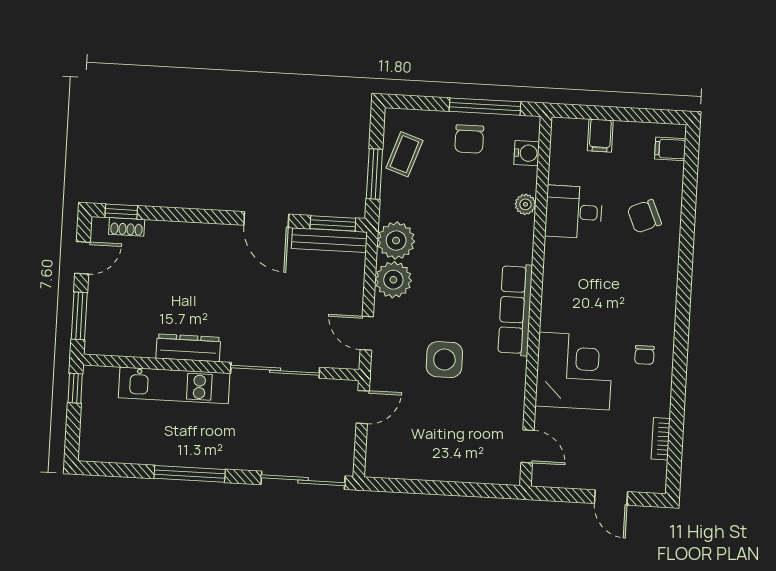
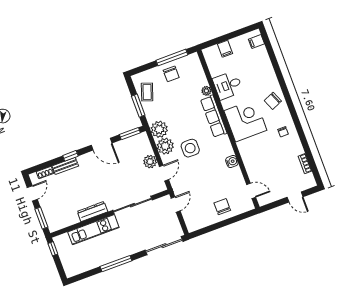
water cooler: (527, 153) -> (232, 162), moved
window: (121, 212) -> (70, 156), moved
chair: (644, 216) -> (273, 101), moved
bench: (329, 240) -> (65, 166), moved, width x0.73
plant: (349, 298) -> (150, 162), added
row of seats: (515, 310) -> (214, 116), moved
door: (367, 333) -> (164, 173), swing flipped
side table: (444, 360) -> (190, 148), moved
corner desk: (574, 371) -> (245, 120), moved
chair: (455, 453) -> (222, 207), added

